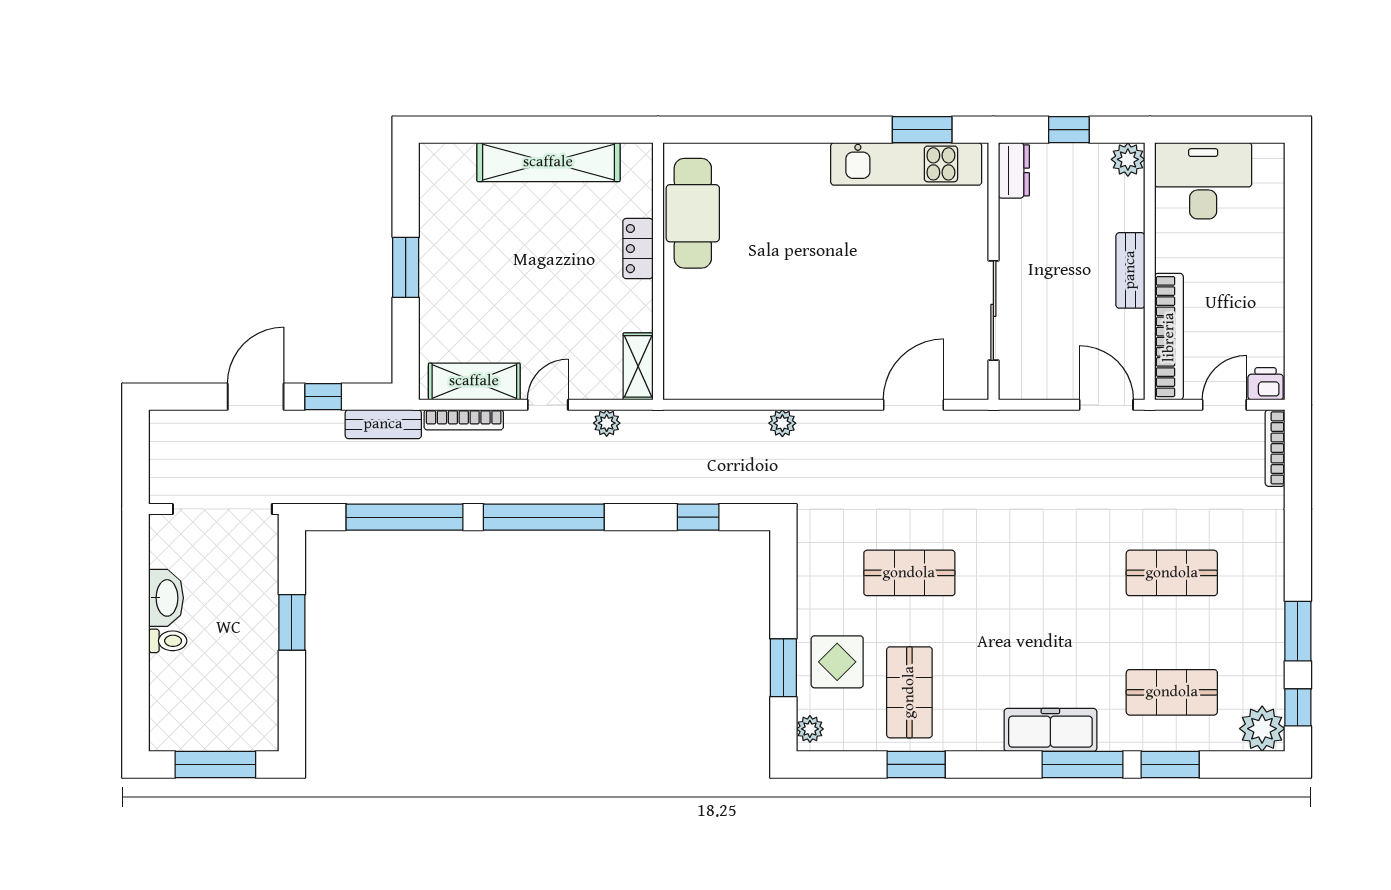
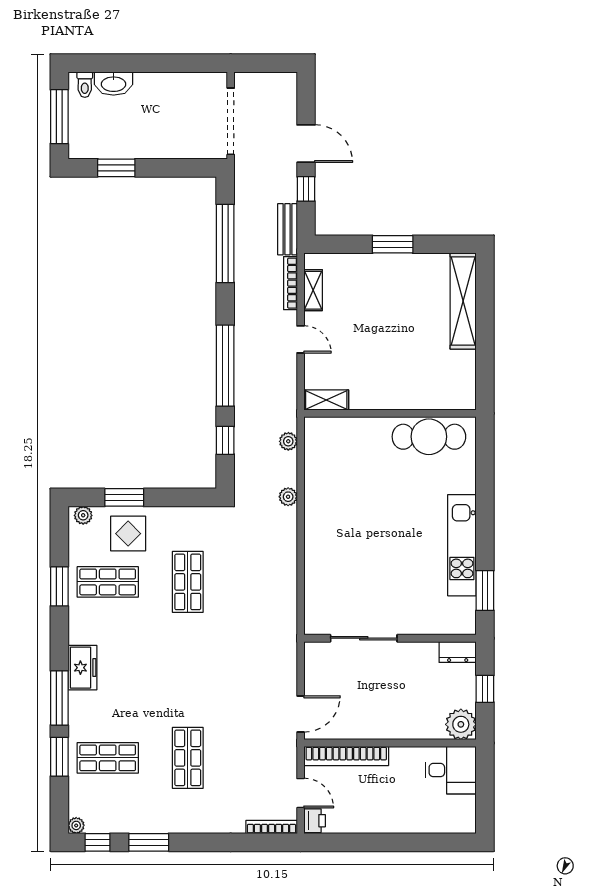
plant: (1128, 159) -> (461, 724), width x1.36, depth x1.36
shelving: (548, 162) -> (463, 301), moved
kitchen unit: (906, 164) -> (462, 545), moved
desk: (1203, 181) -> (451, 770), width x0.73
locker: (638, 249) -> (405, 400), removed
bench: (1130, 270) -> (391, 730), removed
shelving: (474, 381) -> (313, 290), width x0.67, depth x0.75
door: (913, 405) -> (301, 585), removed
plant: (607, 423) -> (288, 441), moved
window: (544, 517) -> (225, 366), moved
washbasin: (166, 598) -> (113, 83), moved
window: (292, 622) -> (116, 168), moved
toilet: (168, 641) -> (85, 85), moved
shop shelf: (1172, 692) -> (108, 758), turned 90
plant: (1262, 729) -> (76, 825), width x0.53, depth x0.53
freezer: (1050, 730) -> (82, 668), width x0.71

